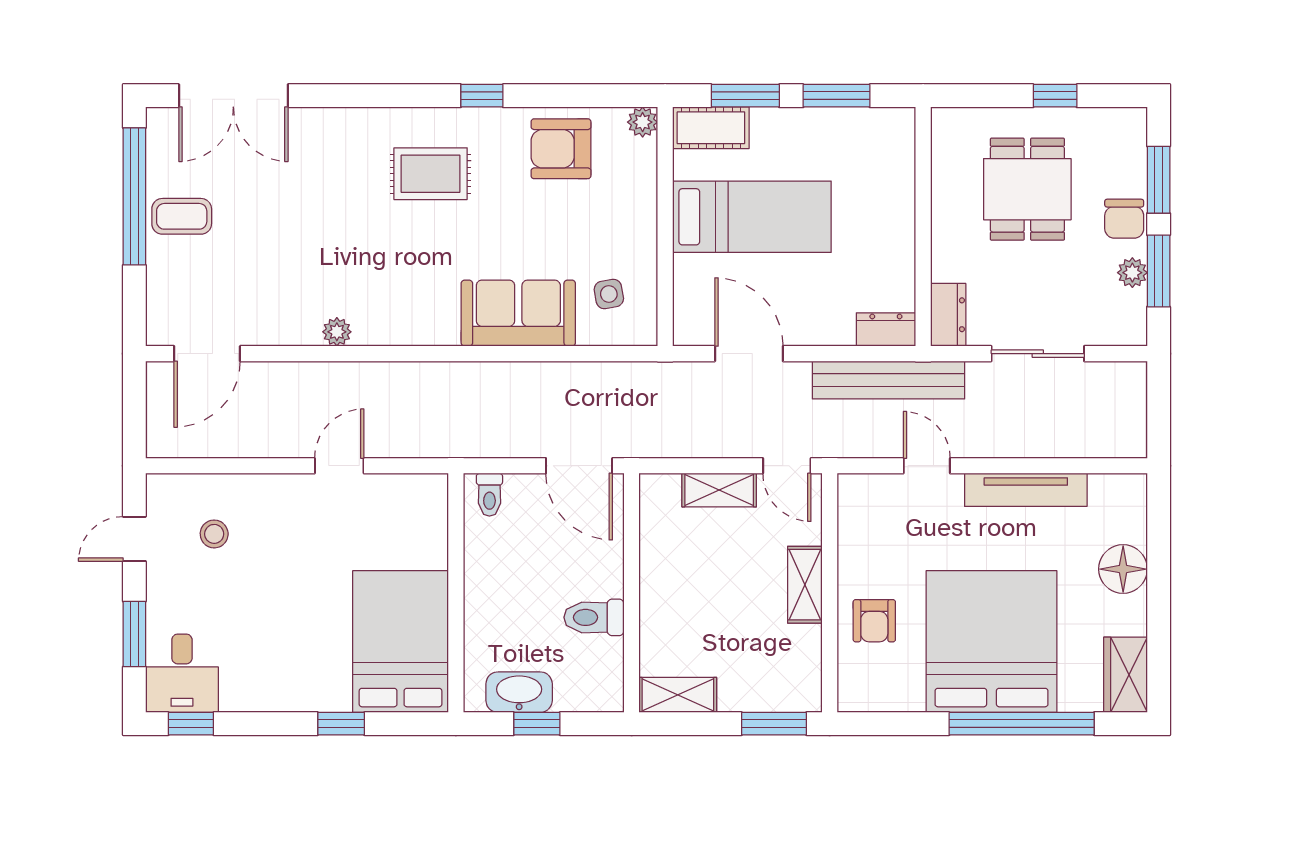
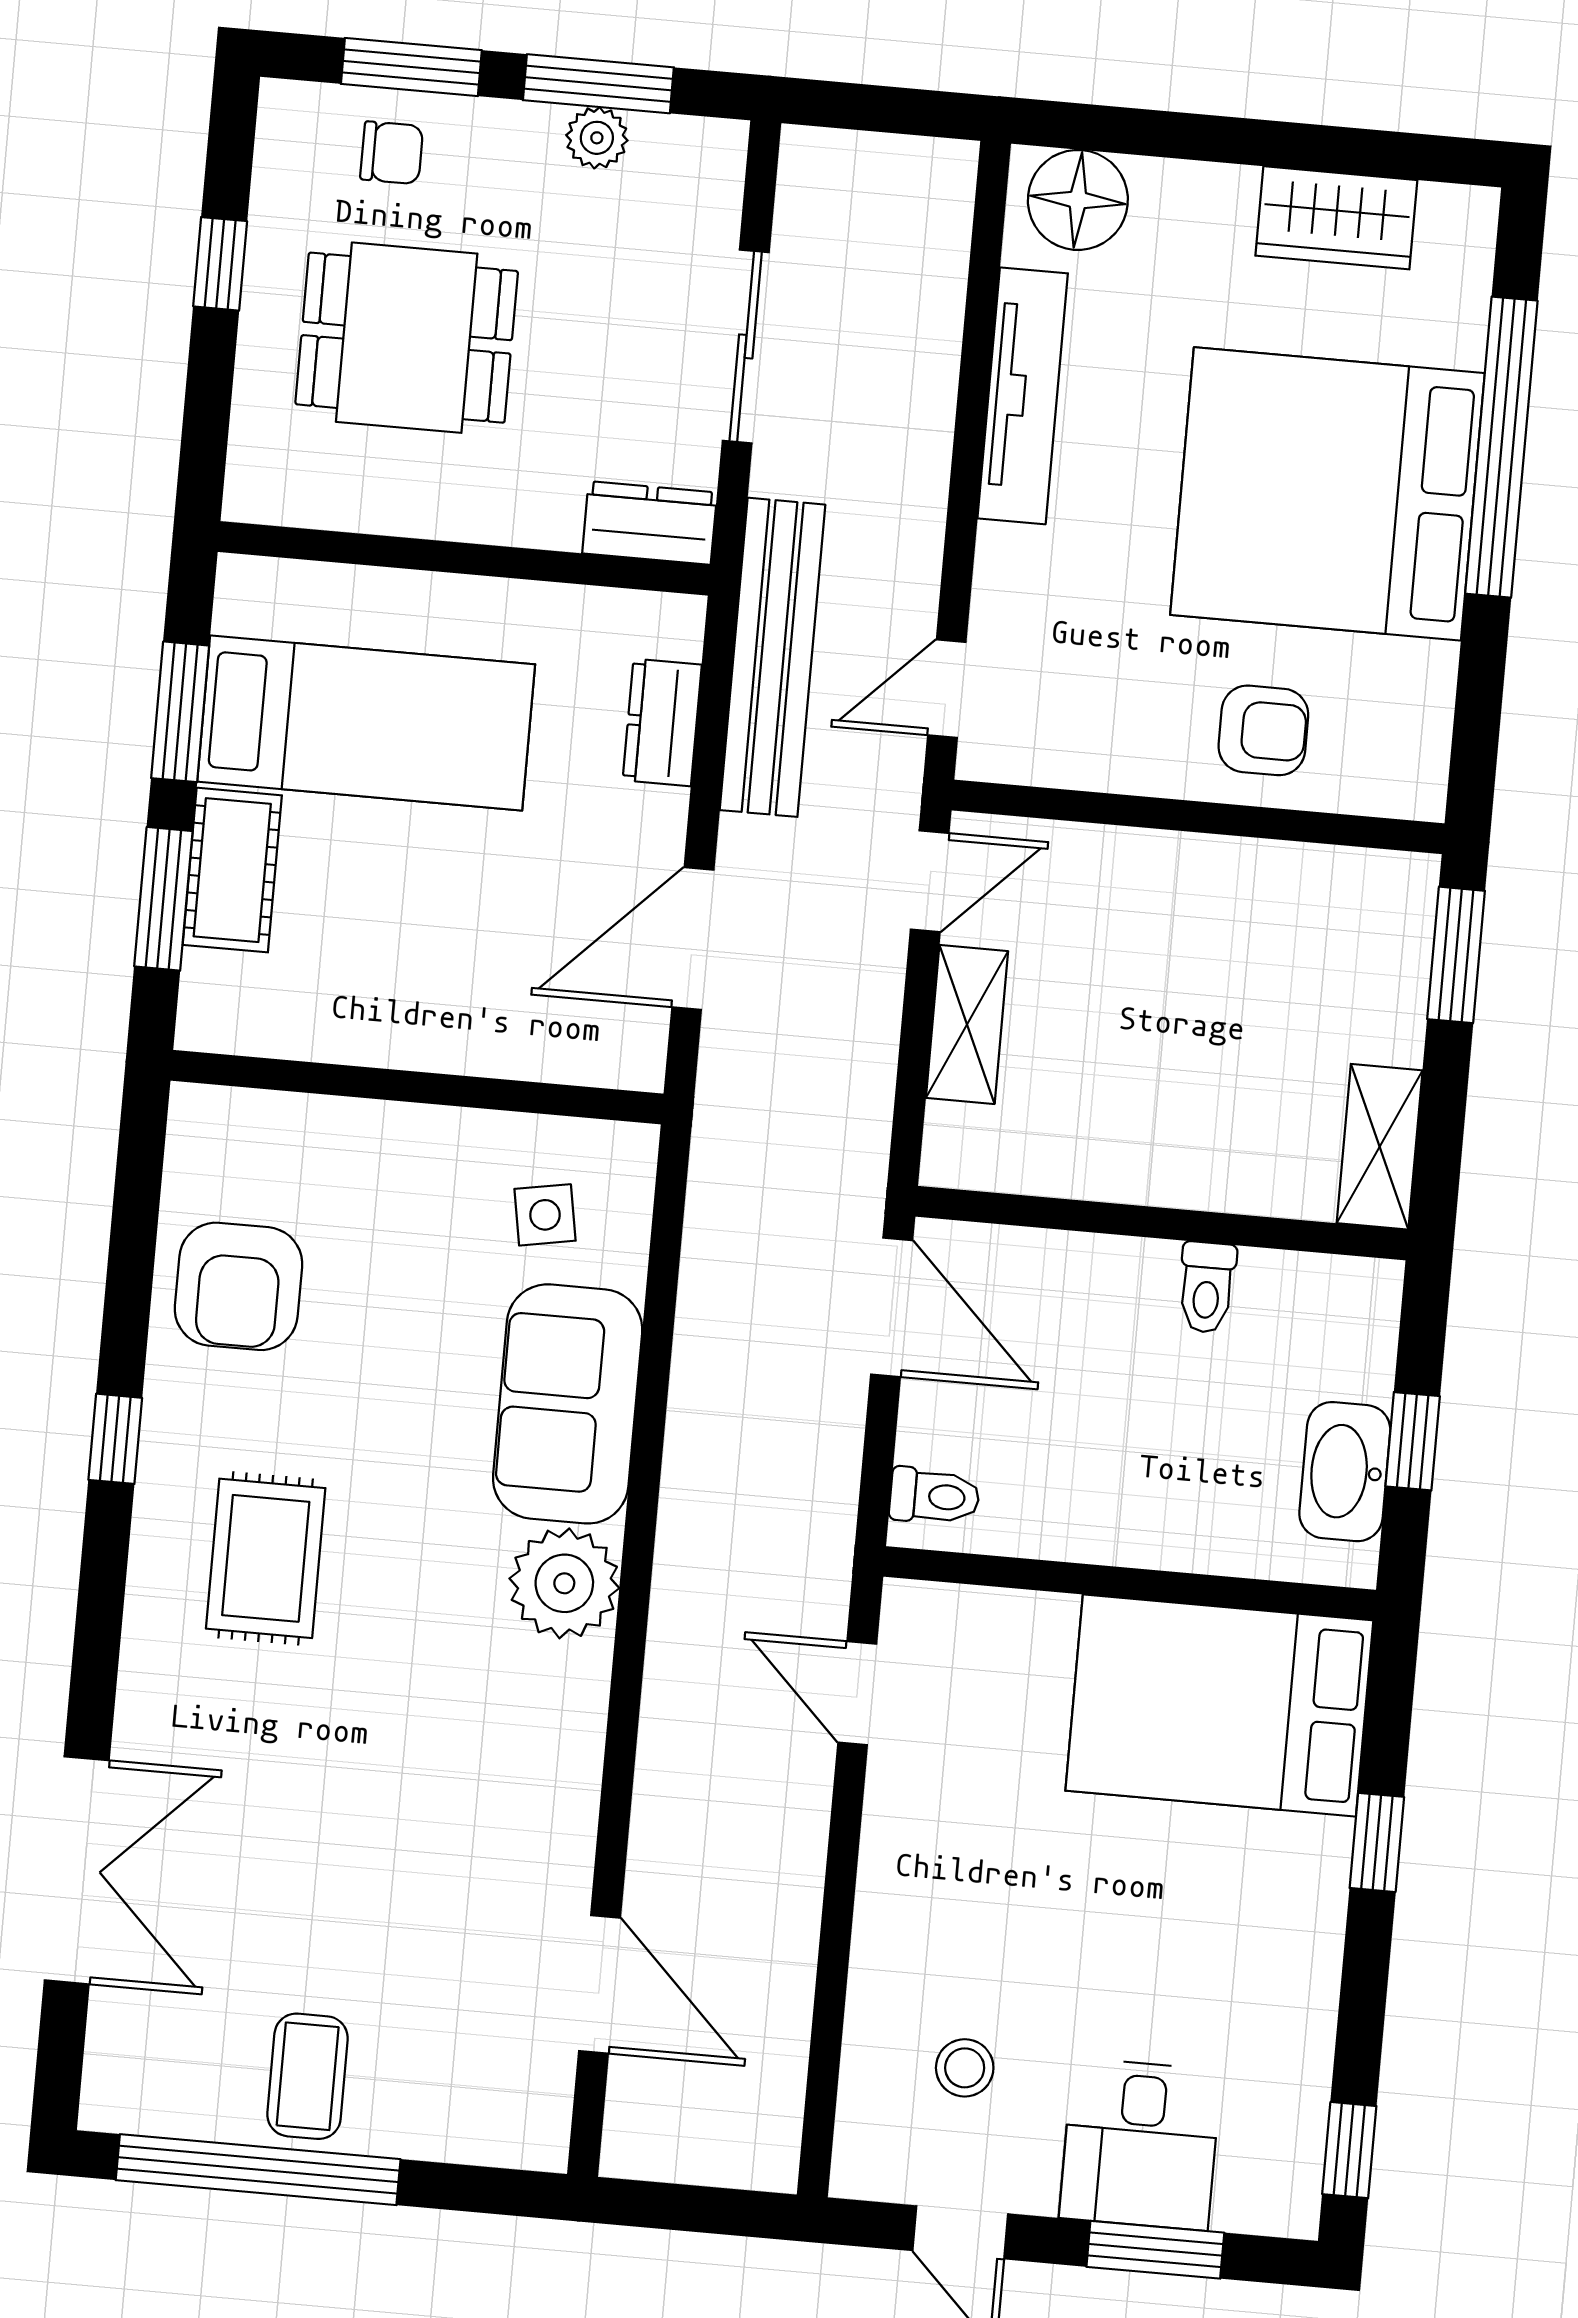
double door: (233, 96) -> (77, 1870), moved
plant: (643, 122) -> (199, 1114), removed
cot: (711, 128) -> (232, 870), moved
bed: (752, 217) -> (366, 723), moved, turned 90
chair: (1124, 219) -> (392, 153), moved, width x0.73, depth x0.73
dresser: (886, 329) -> (662, 722), moved
plant: (337, 332) -> (564, 1583), moved, width x1.88, depth x1.88
door: (207, 354) -> (599, 1984), moved
door: (339, 466) -> (857, 1693), moved
door: (579, 466) -> (892, 1307), hinge flipped
door: (927, 466) -> (947, 689), moved
floor lamp: (1123, 569) -> (1078, 200), moved
shelving: (805, 585) -> (1177, 866), removed
toilet: (594, 617) -> (1207, 1287), width x0.73, depth x0.72
desk: (182, 673) -> (1140, 2144), moved, turned 90
wardrobe: (1126, 675) -> (1336, 218), moved

